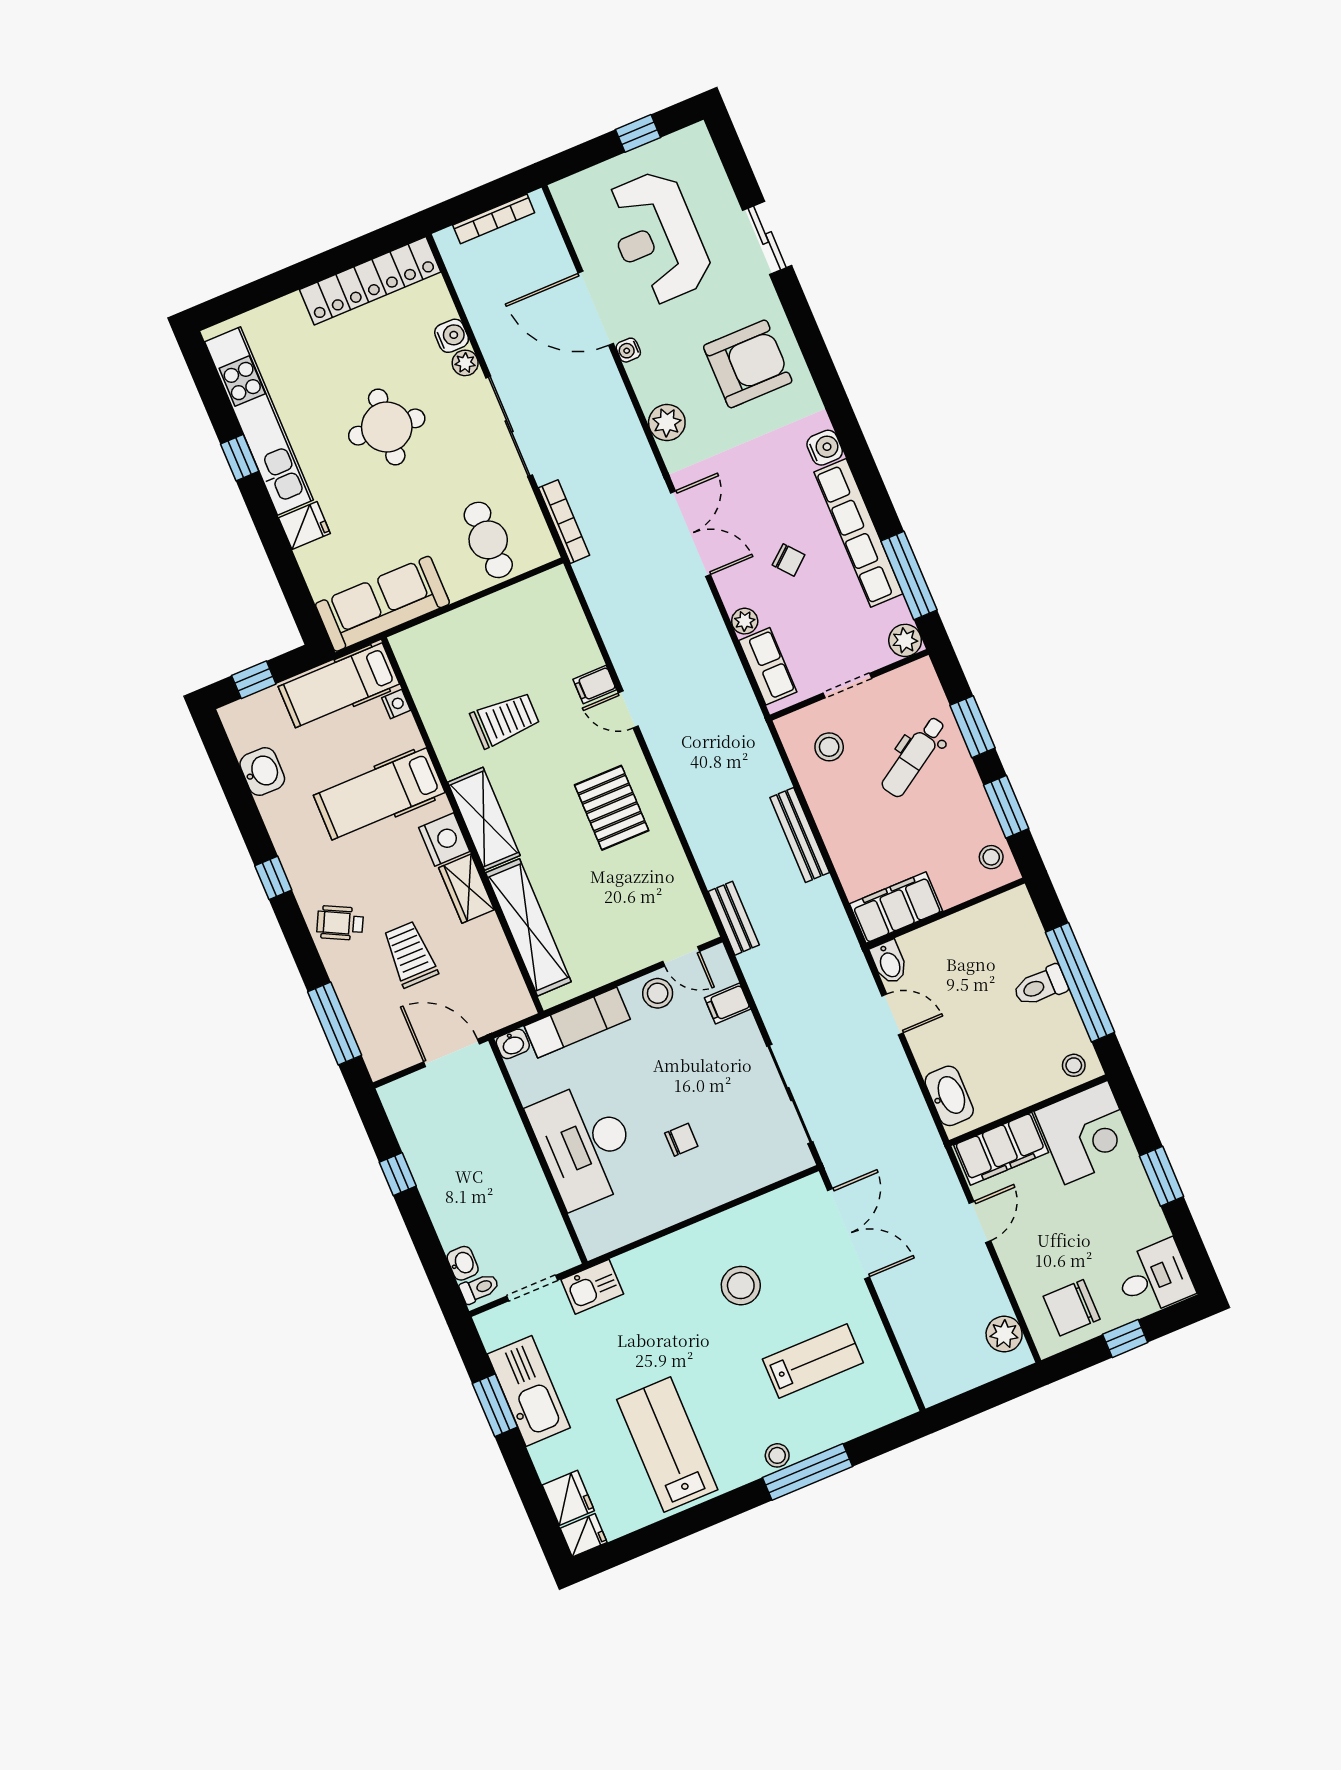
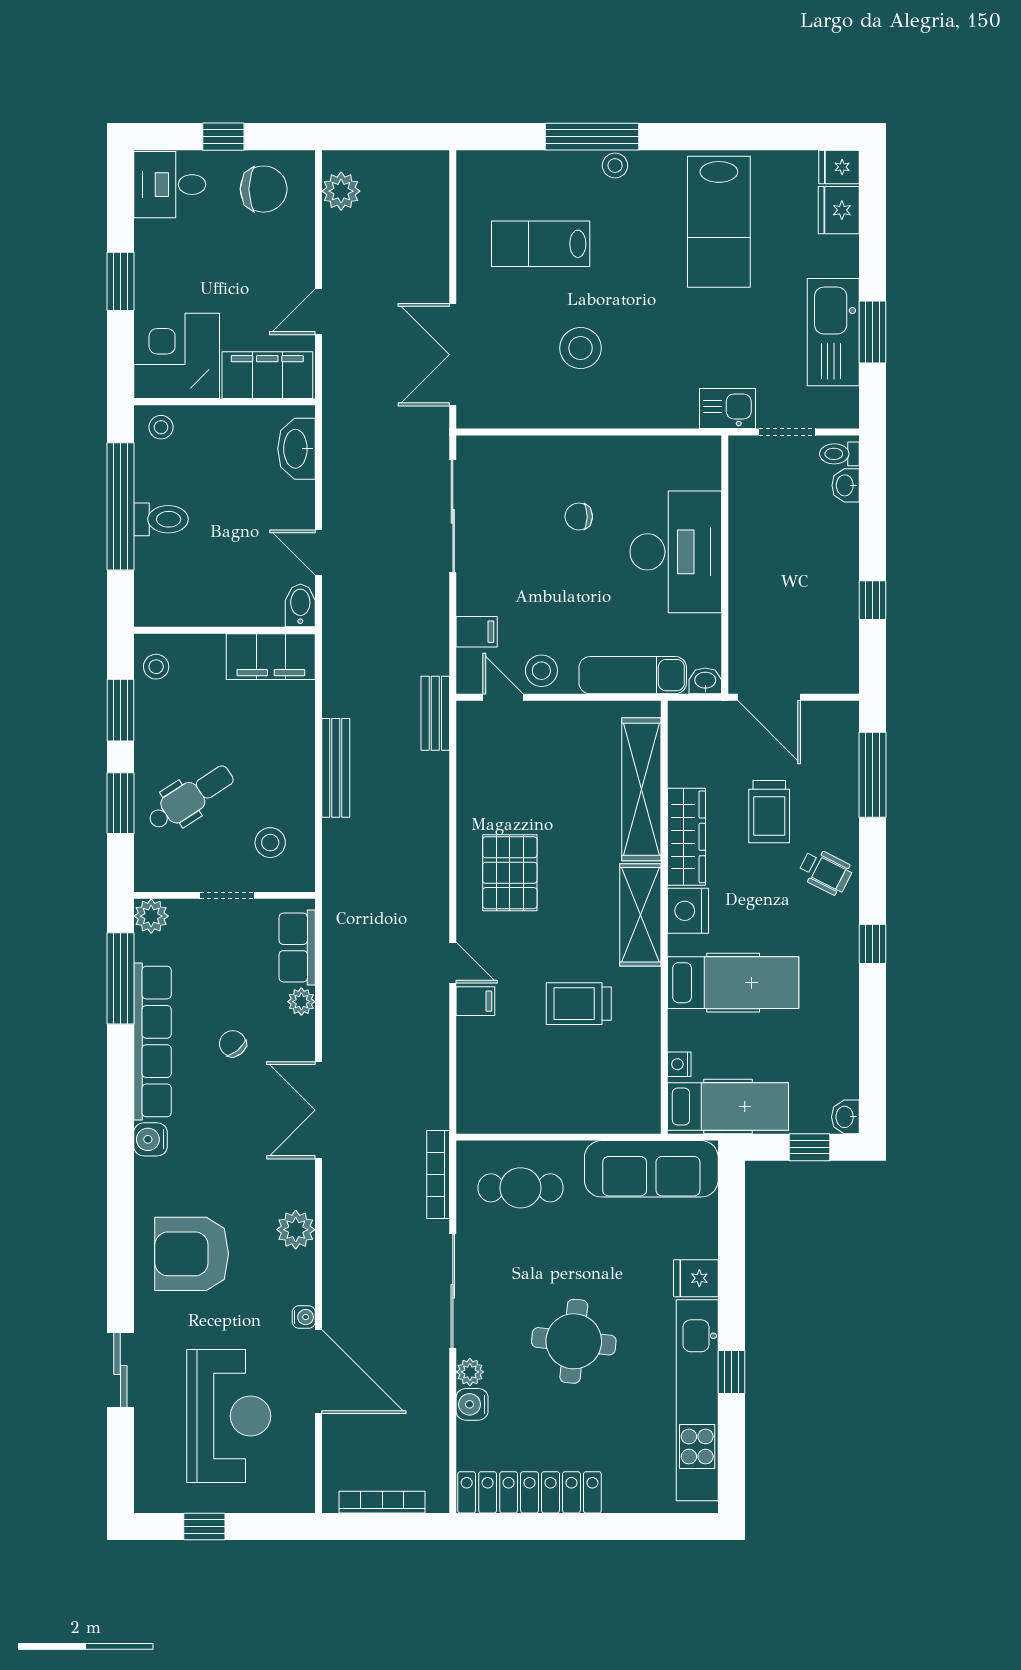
cafe table: (488, 540) -> (521, 1188), turned 90
washbasin: (262, 771) -> (845, 1117), moved, width x0.72, depth x0.69
wardrobe: (467, 889) -> (686, 837), width x1.50

